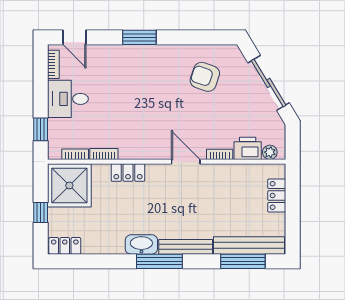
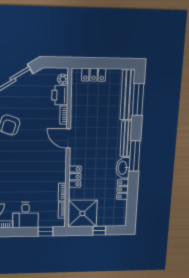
door: (186, 162) -> (68, 138), hinge flipped
locker: (65, 246) -> (123, 189), moved

